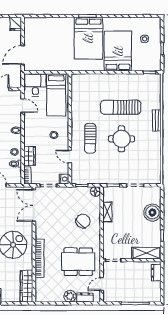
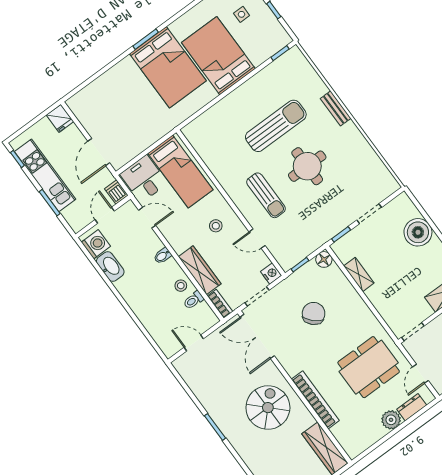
dishwasher: (17, 82) -> (116, 192), added
sun lounger: (121, 107) -> (276, 126), turned 180
wardrobe: (30, 156) -> (200, 270), width x1.50
chair: (83, 221) -> (314, 313), moved

